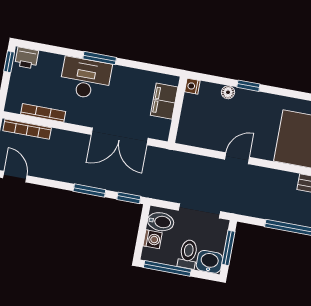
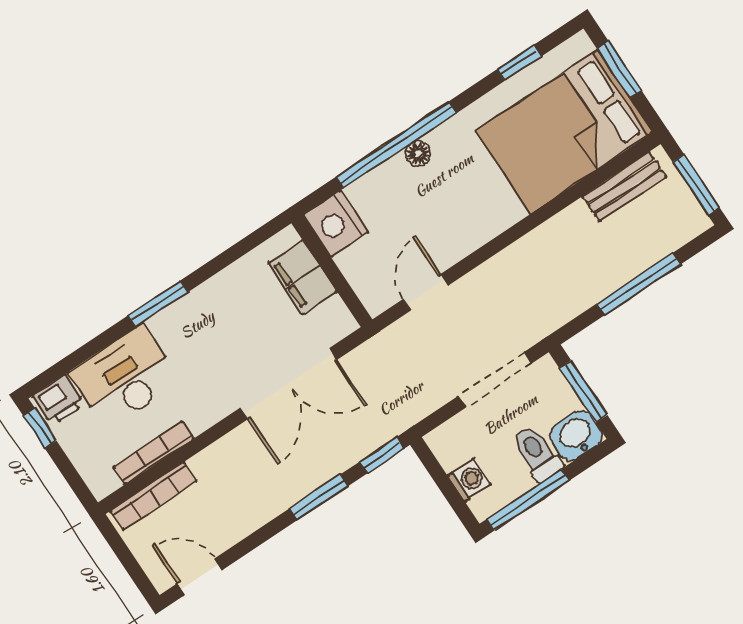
desk: (86, 78) -> (125, 377), moved
nightstand: (192, 86) -> (336, 224), width x1.89, depth x1.79
window: (248, 86) -> (396, 145), width x3.17
floor lamp: (228, 92) -> (418, 153), moved
door: (237, 158) -> (426, 292), moved
bidet: (161, 222) -> (457, 445), removed

